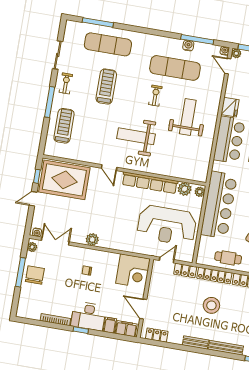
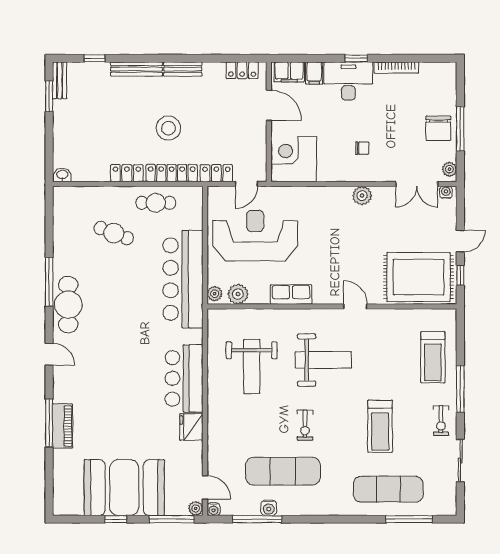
weight bench: (188, 117) -> (252, 367), moved
row of seats: (150, 183) -> (291, 294), width x0.50

